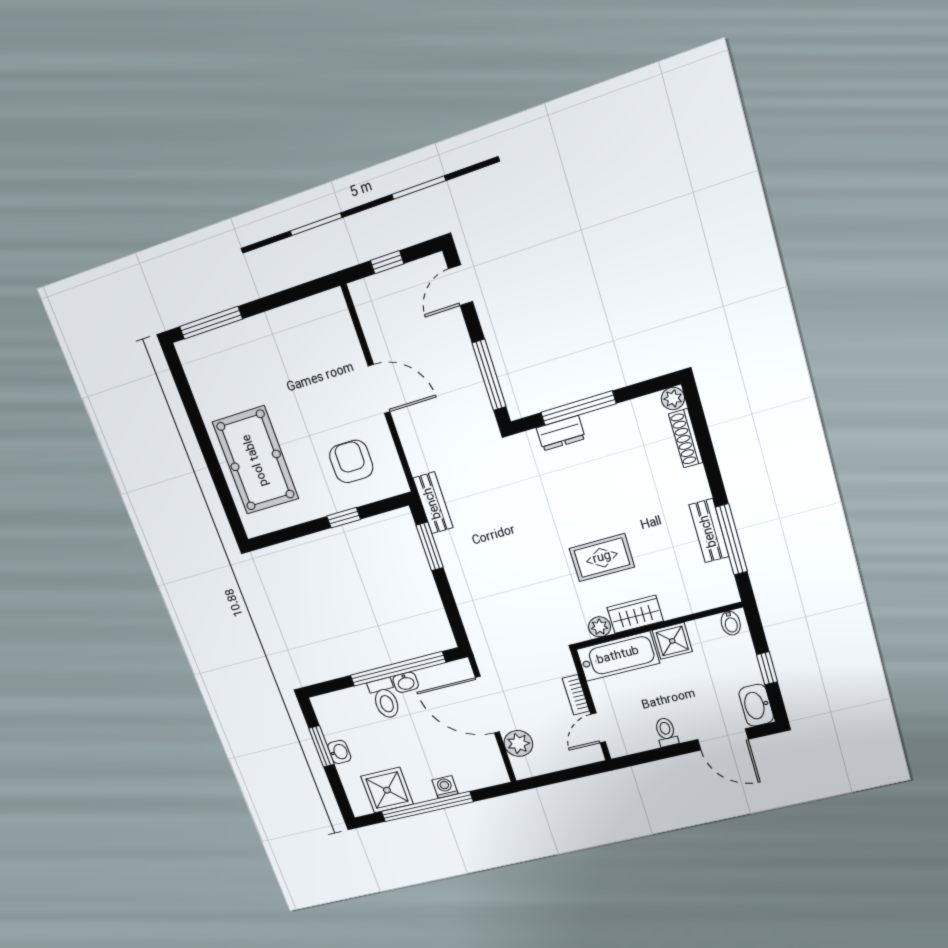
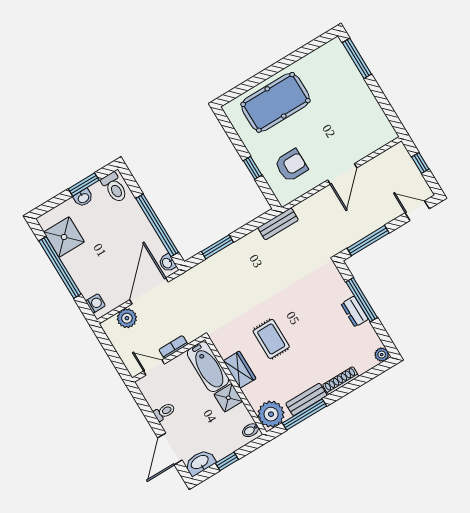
dresser: (561, 433) -> (355, 312), moved
shoe rack: (686, 438) -> (341, 381), moved
window: (430, 546) -> (217, 247), moved
plant: (600, 627) -> (271, 414), moved, width x1.88, depth x1.88
washbasin: (406, 682) -> (167, 263), moved
toilet: (385, 699) -> (114, 188), moved, turned -90
washing machine: (445, 787) -> (95, 303), moved

